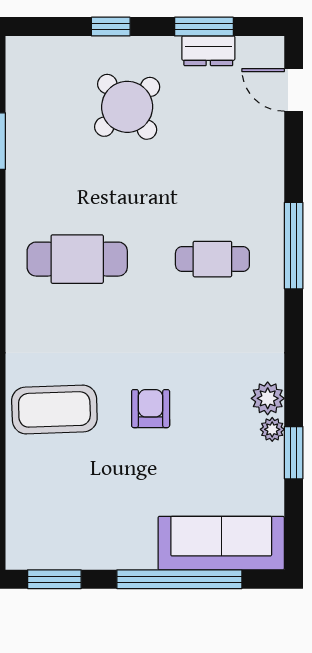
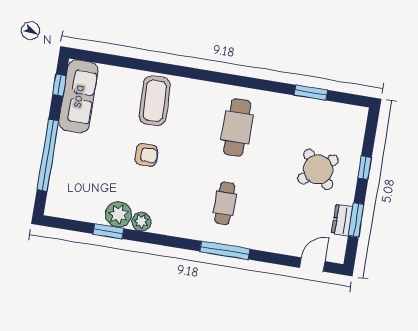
plant: (272, 429) -> (119, 214), width x1.88, depth x1.88
sofa: (221, 543) -> (78, 96), moved
window: (54, 579) -> (59, 85), width x0.67

